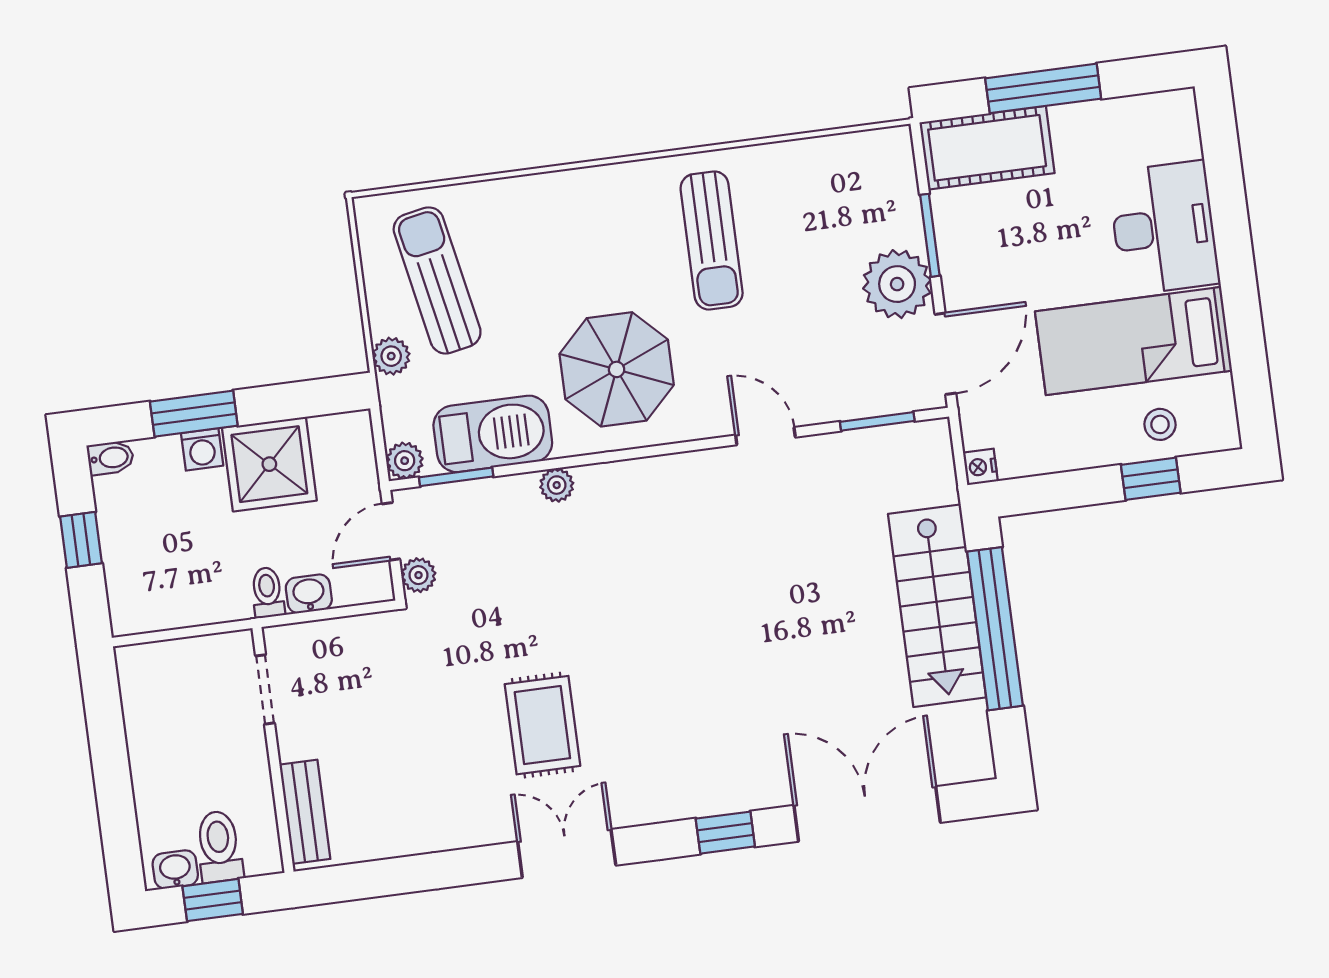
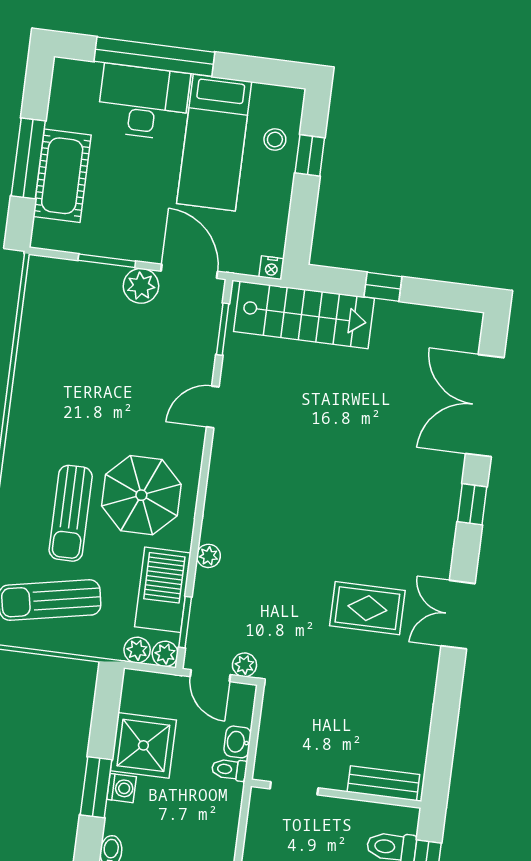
cot: (987, 148) -> (62, 176), moved
window: (1231, 226) -> (154, 57), added
sun lounger: (712, 240) -> (71, 513), moved, turned 90
plant: (897, 284) -> (141, 286), width x0.73, depth x0.73
plant: (391, 356) -> (137, 650), moved
stairs: (937, 606) -> (304, 315), moved
window: (995, 629) -> (383, 287), width x0.32

